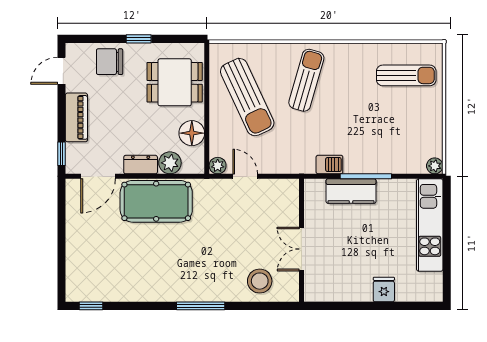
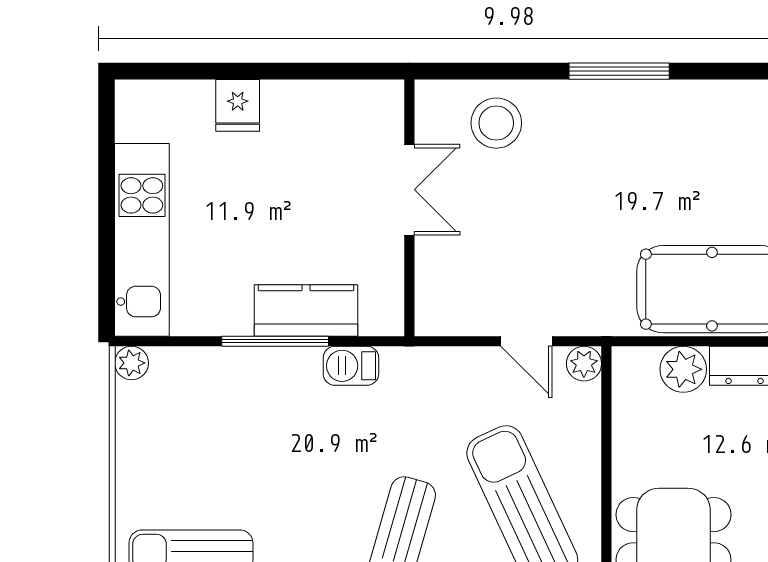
floor lamp: (192, 133) -> (638, 431), removed

